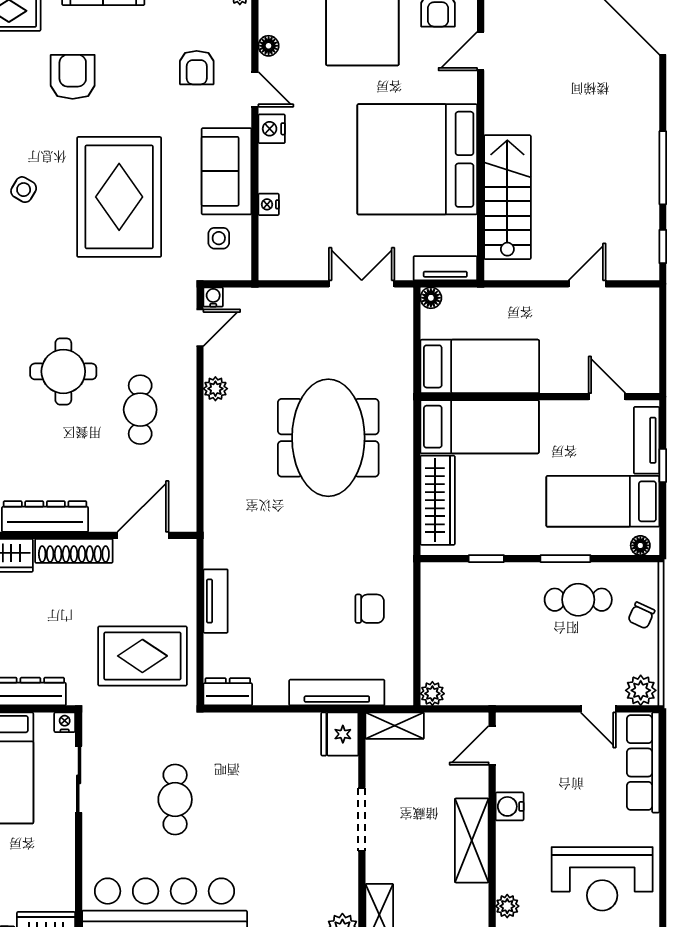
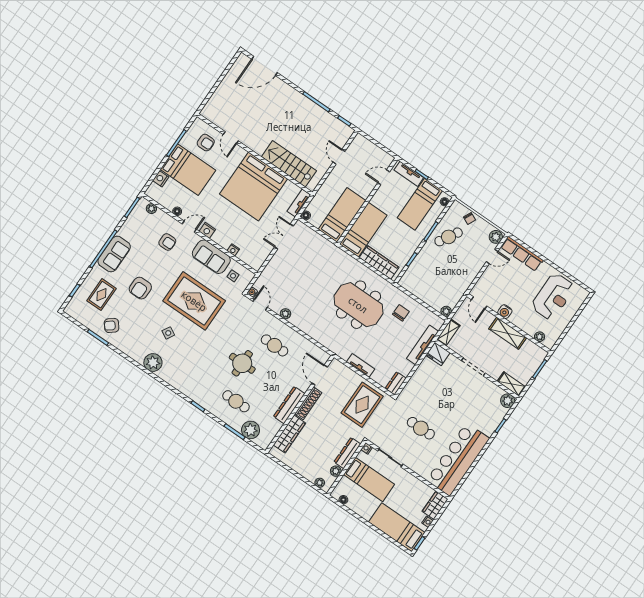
armchair: (73, 77) -> (140, 288), turned -90
meeting table: (328, 438) -> (358, 305), moved
cafe table: (578, 600) -> (449, 237), turned 30

